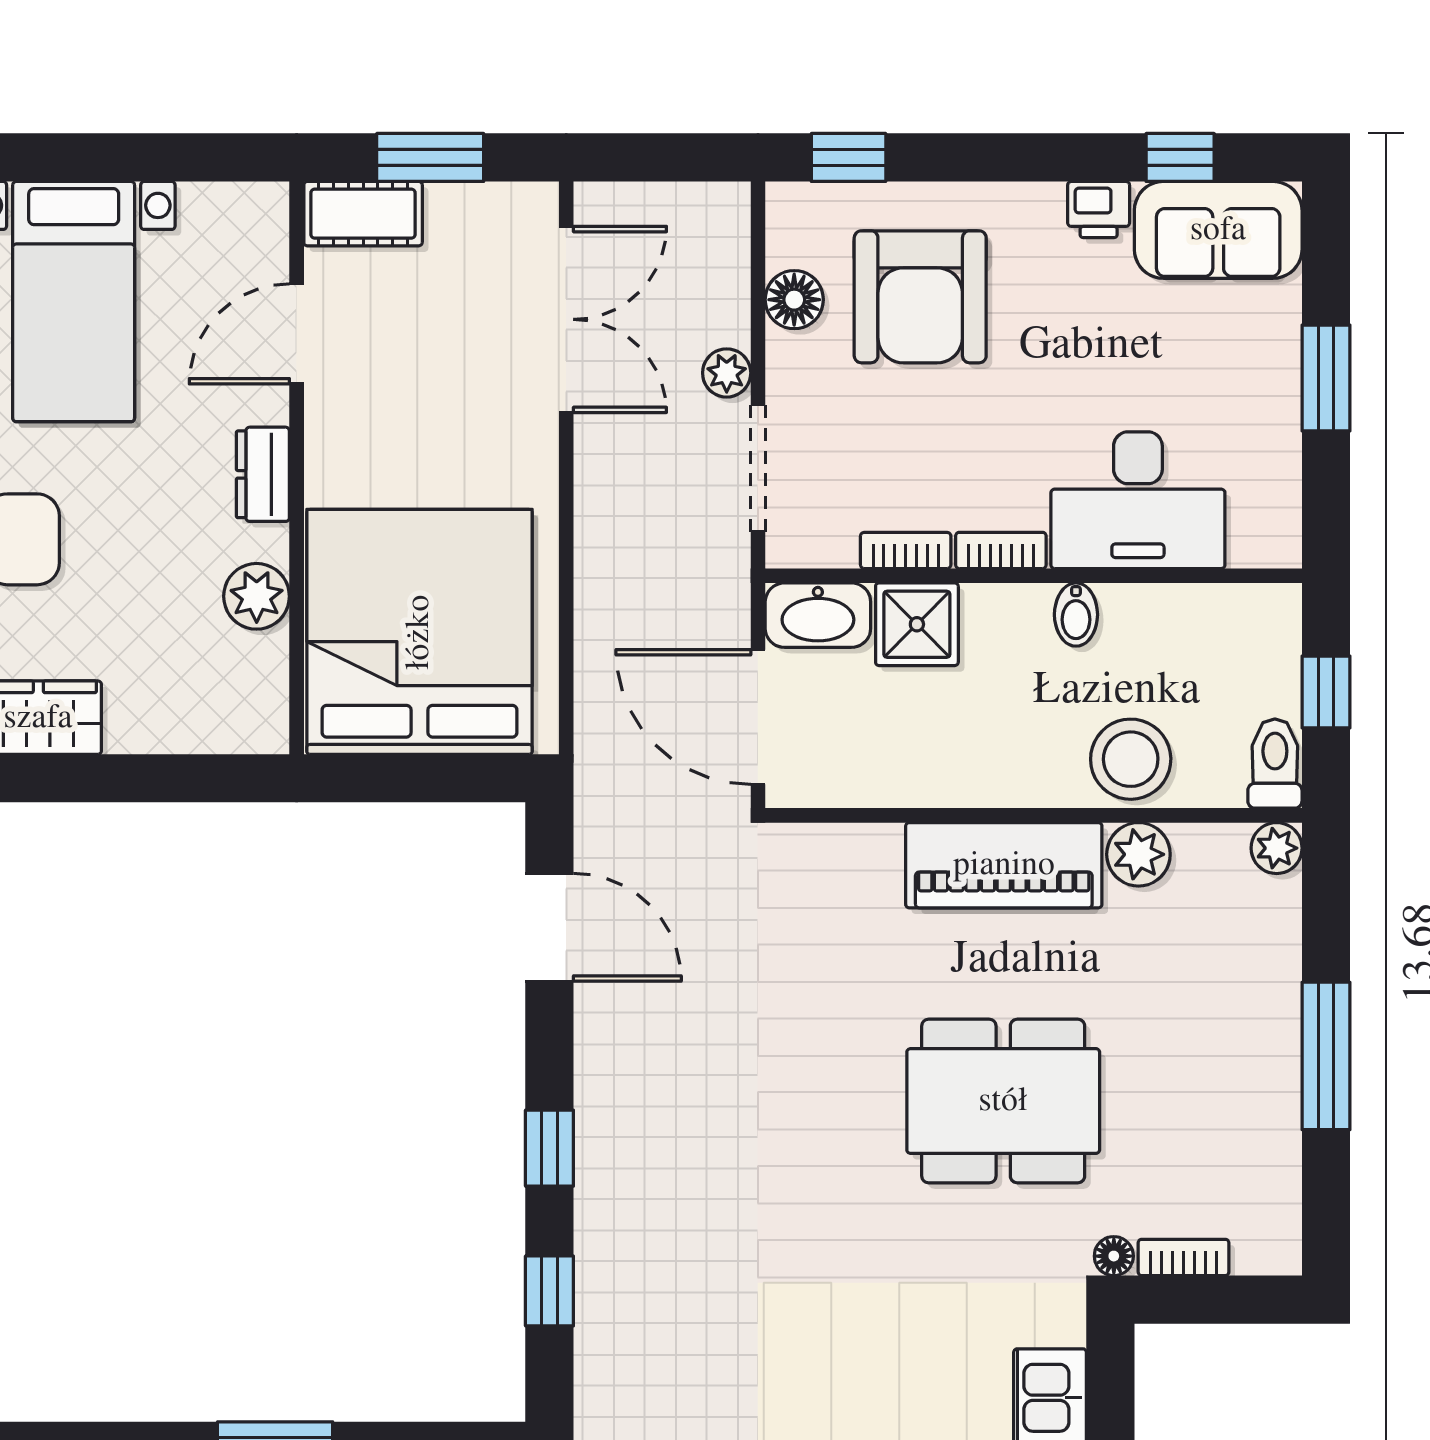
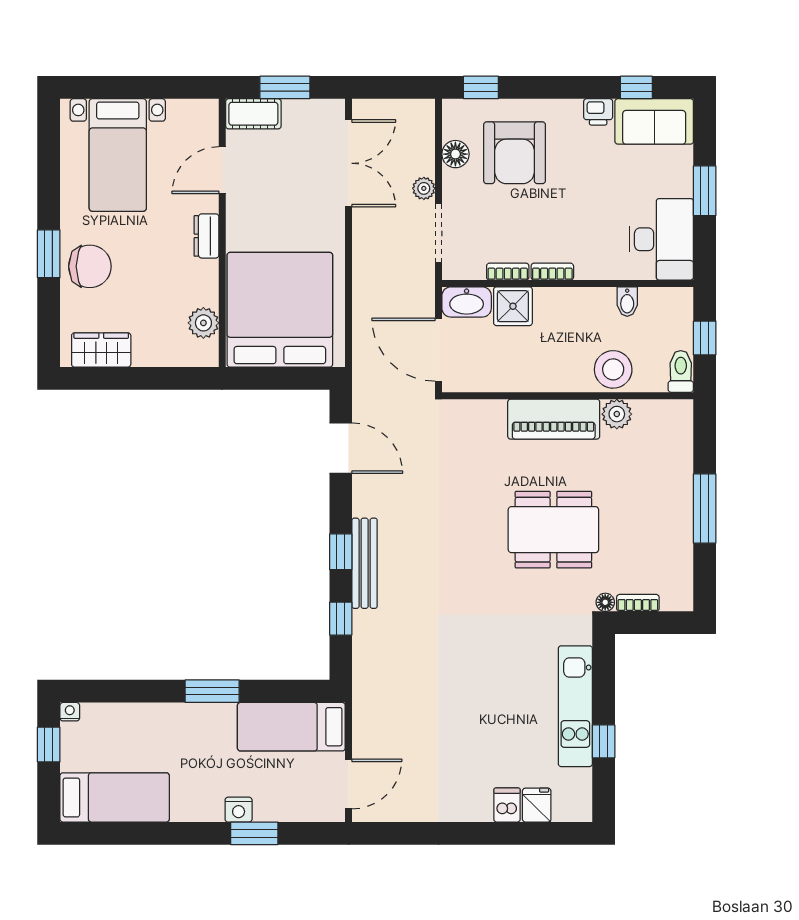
desk: (1138, 500) -> (661, 239), moved, turned -90
plant: (257, 596) -> (203, 323), moved
bidet: (1076, 615) -> (627, 302), moved
plant: (1277, 848) -> (682, 411), removed
bench: (600, 1173) -> (365, 563), added

